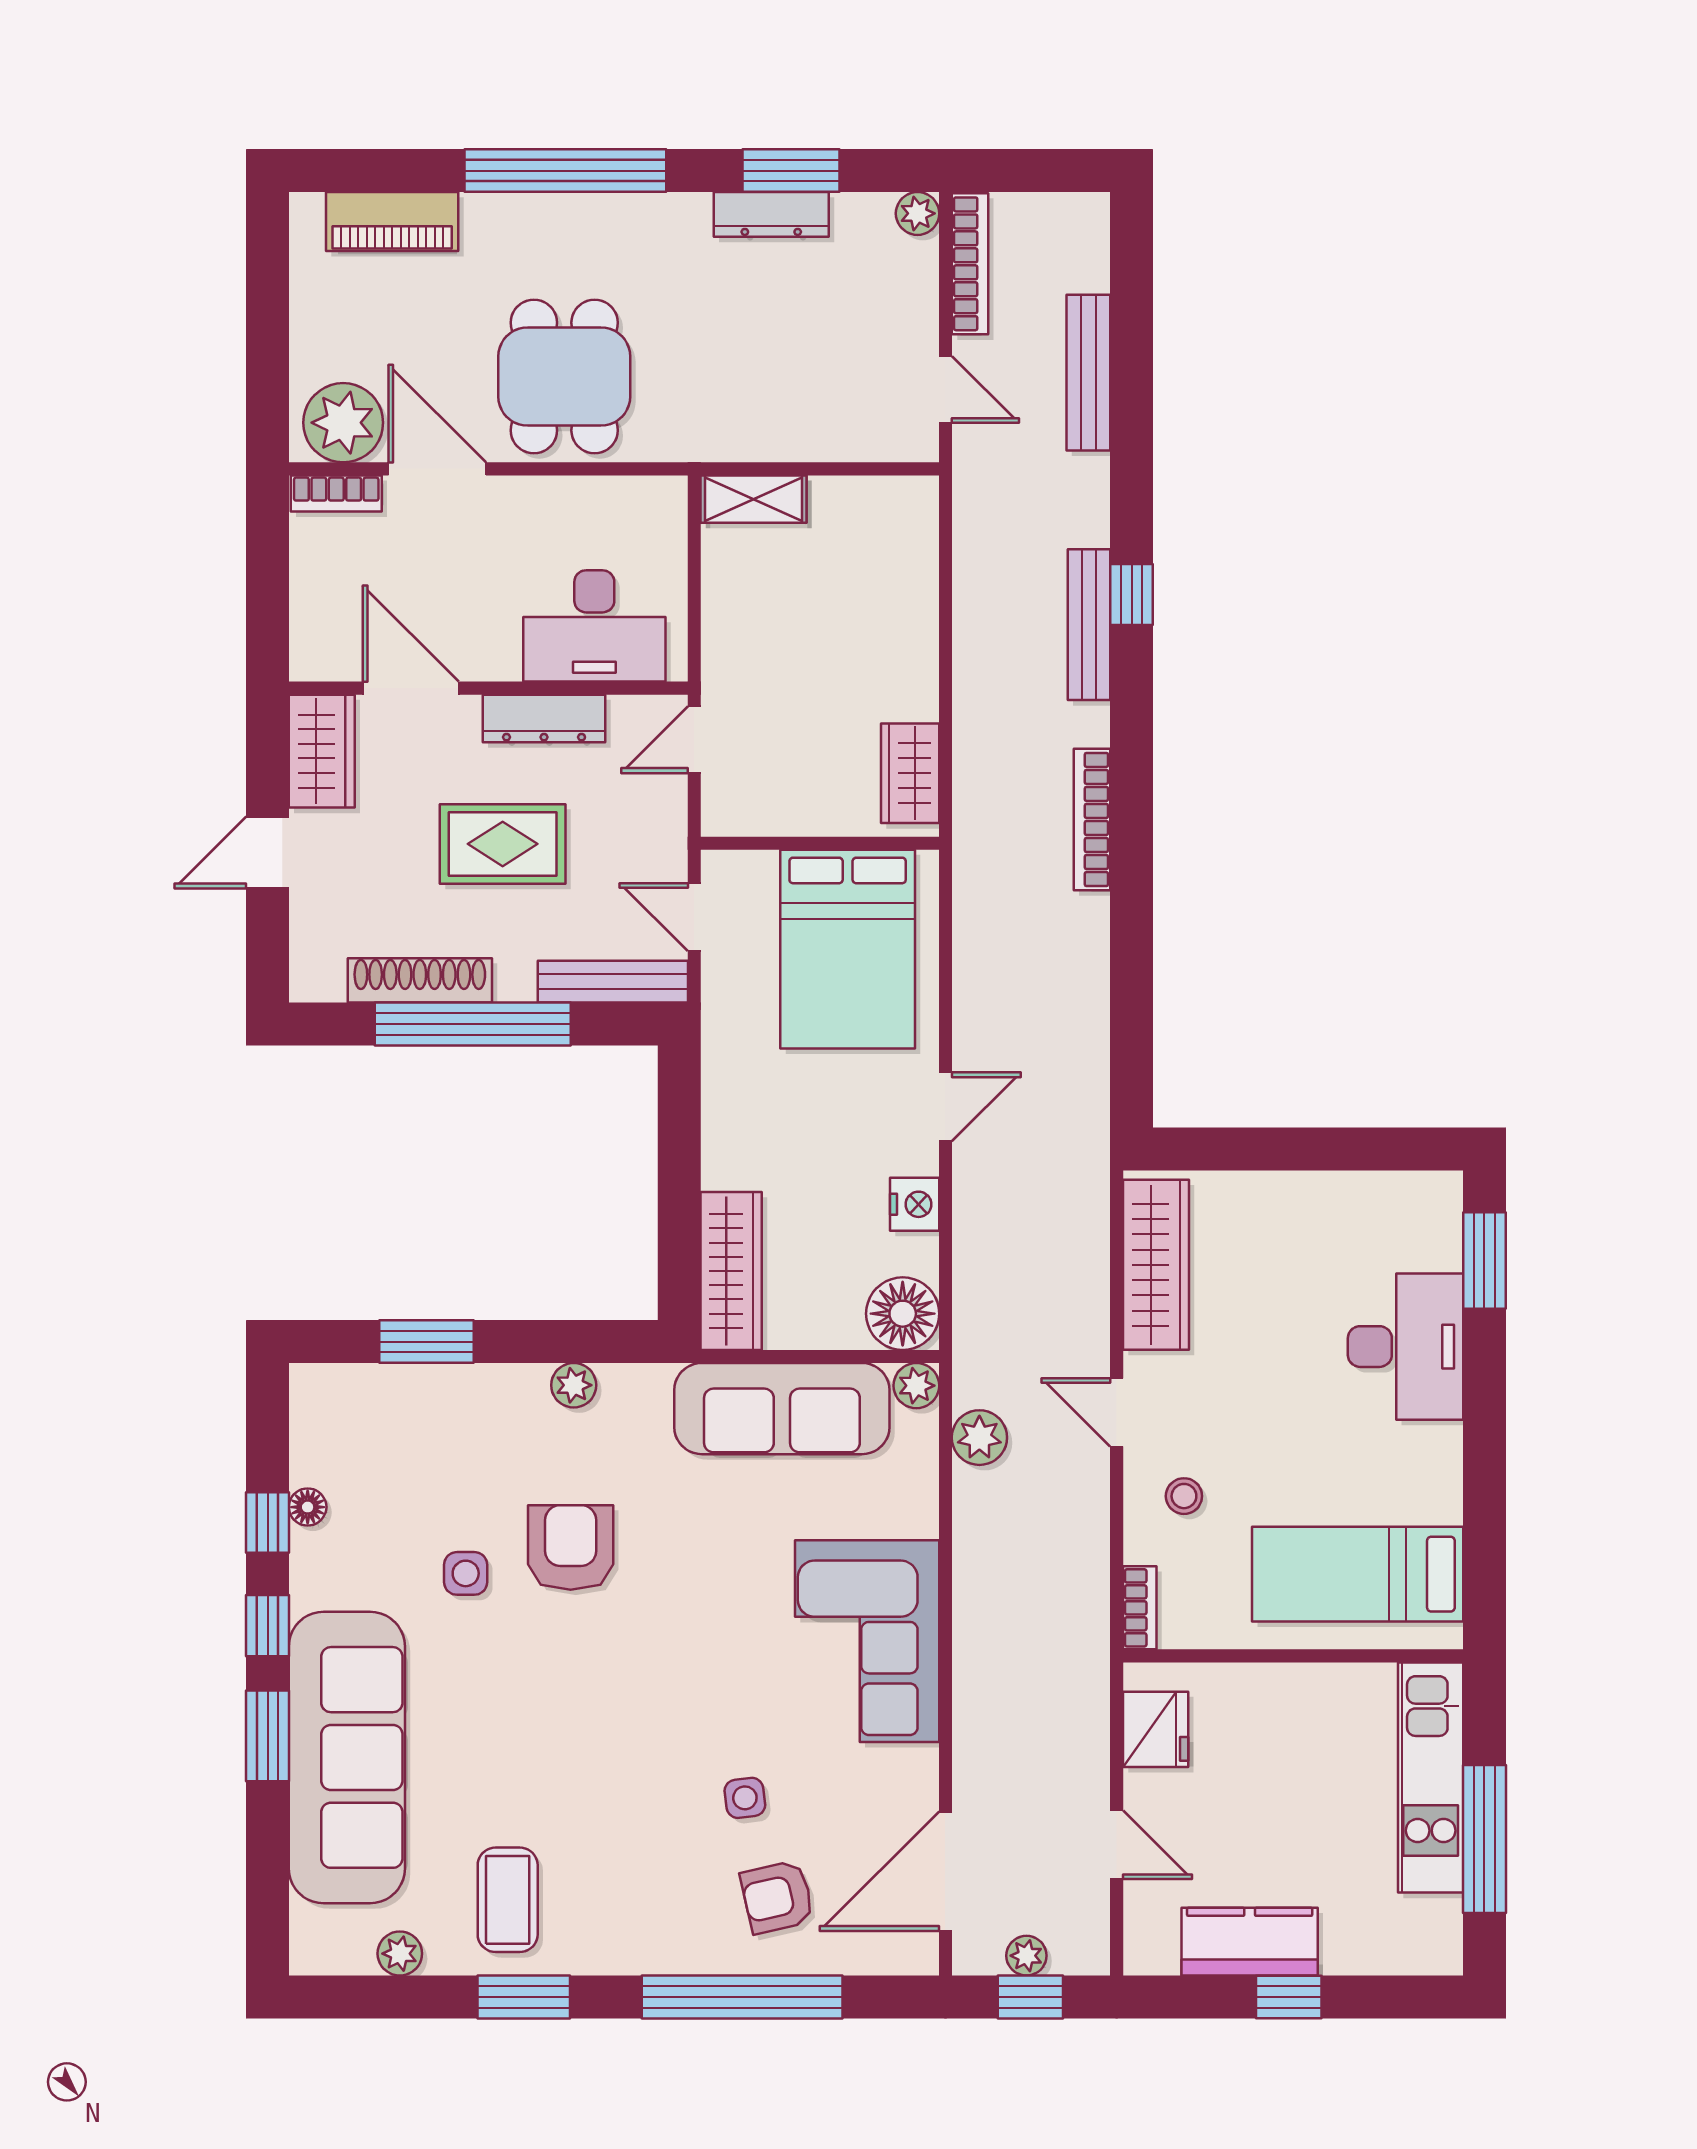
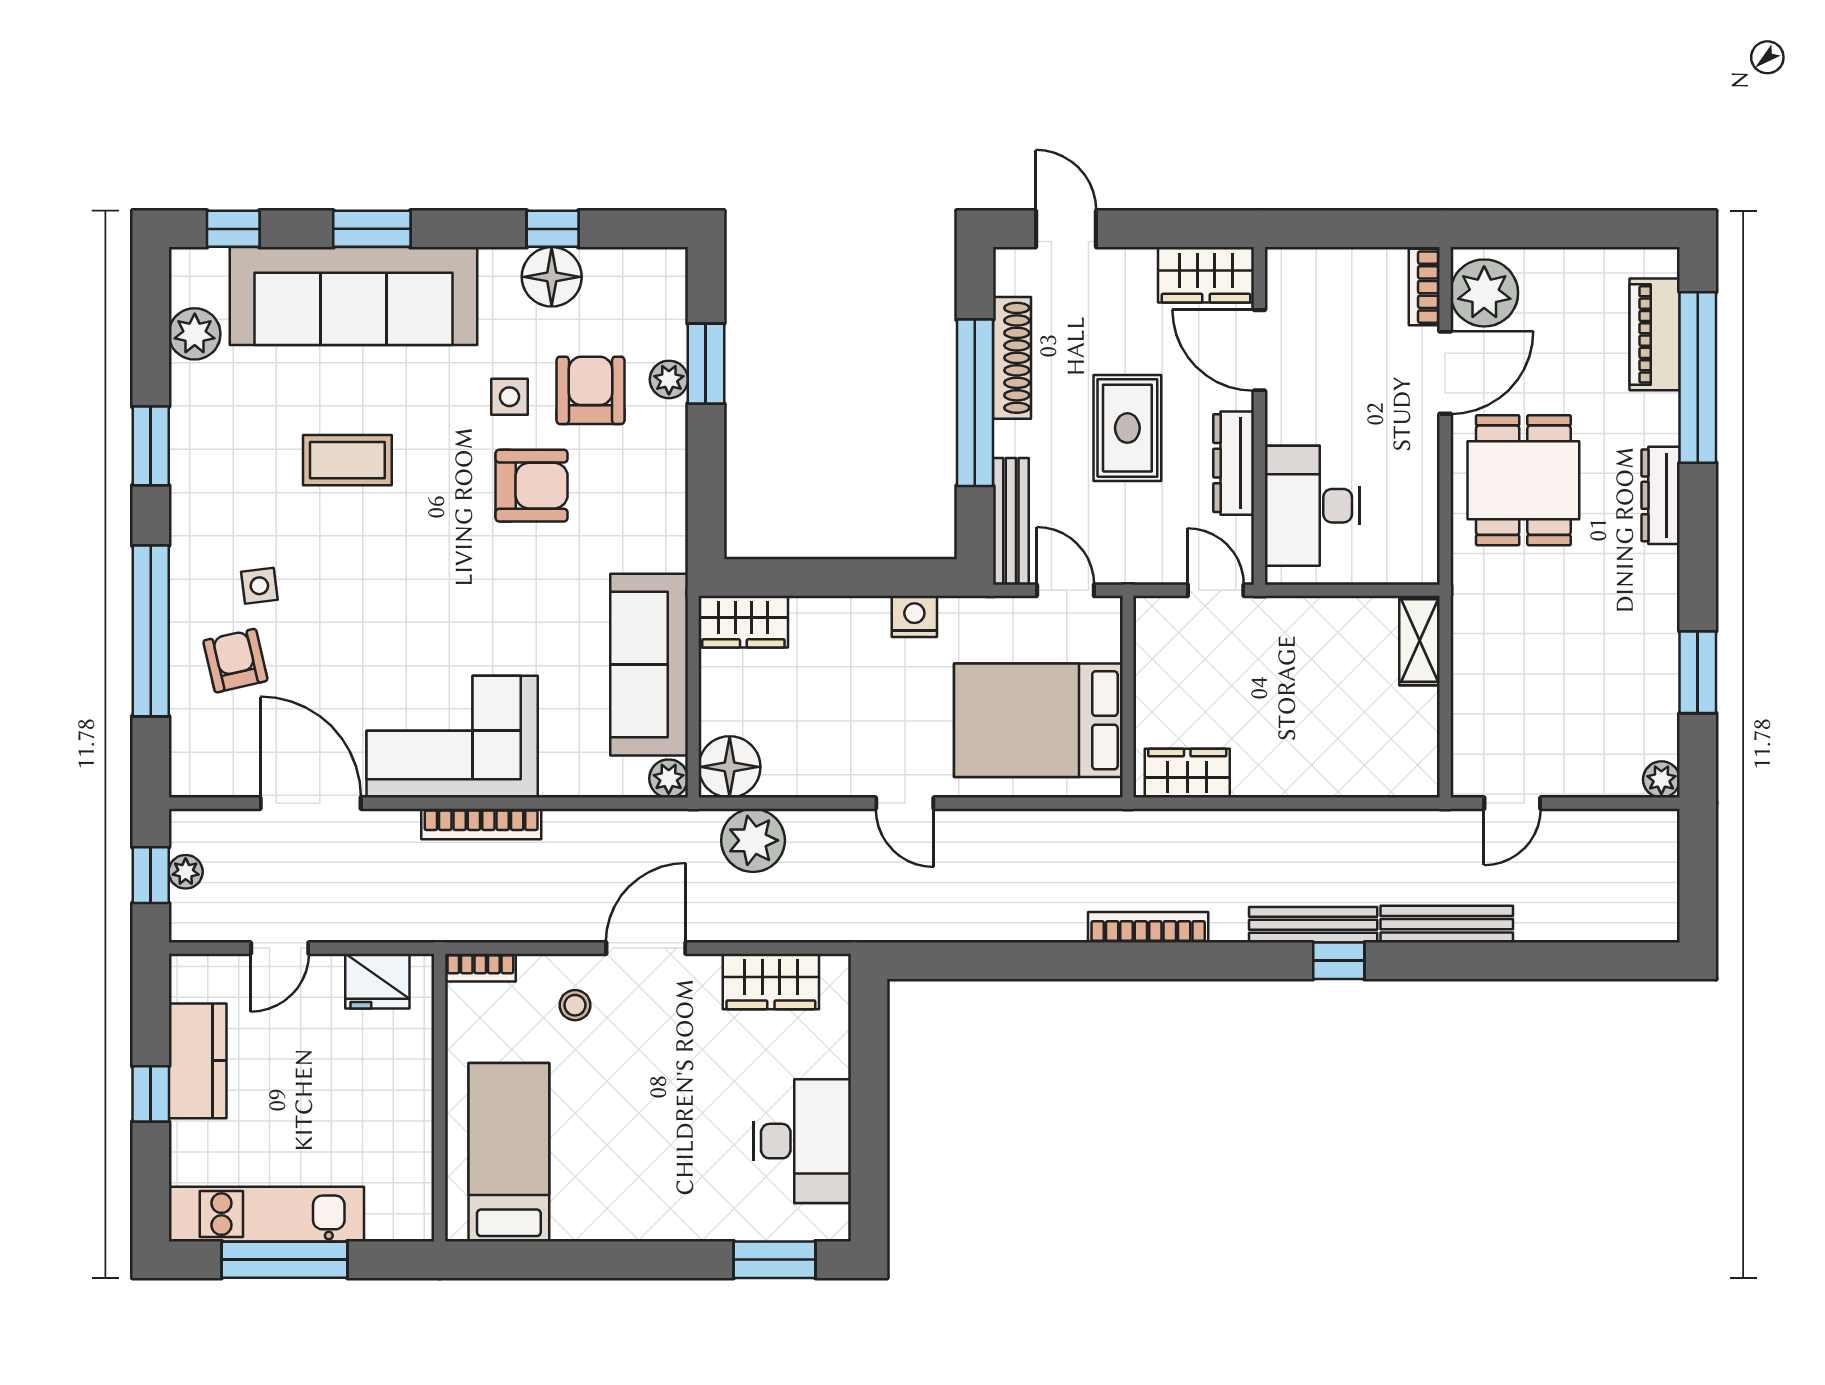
window: (565, 171) -> (1698, 377), moved
dresser: (771, 214) -> (1661, 495), moved
bookcase: (970, 264) -> (481, 824), moved
bench: (1088, 373) -> (1447, 924), moved
dining table: (564, 377) -> (1523, 480), turned 90
door: (411, 688) -> (1259, 350), swing flipped
door: (268, 853) -> (1066, 229), moved
door: (694, 917) -> (1065, 590), hinge flipped
nightstand: (915, 1204) -> (914, 616), moved, turned 180
wardrobe: (1156, 1265) -> (771, 981), width x0.67
wardrobe: (731, 1271) -> (743, 622), width x0.67
desk: (1405, 1347) -> (802, 1141), moved, turned -90
plant: (574, 1385) -> (669, 379), moved
door: (1117, 1412) -> (646, 948), width x1.38
plant: (979, 1438) -> (753, 840), moved, width x1.36, depth x1.36
armchair: (458, 1478) -> (591, 390), added
floor lamp: (308, 1507) -> (552, 277), width x1.89, depth x1.89
window: (268, 1626) -> (233, 229), moved
kitchen unit: (1431, 1778) -> (266, 1214), moved
side table: (745, 1798) -> (259, 586), moved
door: (945, 1871) -> (311, 803), moved
coffee table: (508, 1900) -> (347, 460), moved
plant: (400, 1954) -> (195, 334), width x1.38, depth x1.38

